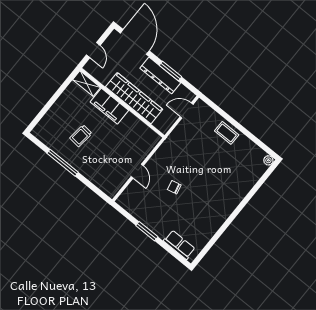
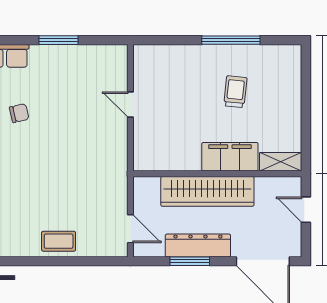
door: (187, 110) -> (130, 229), hinge flipped
chair: (174, 187) -> (19, 113), moved

